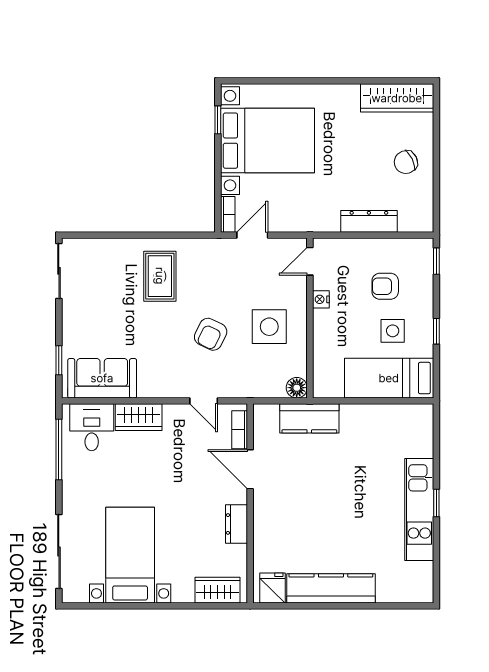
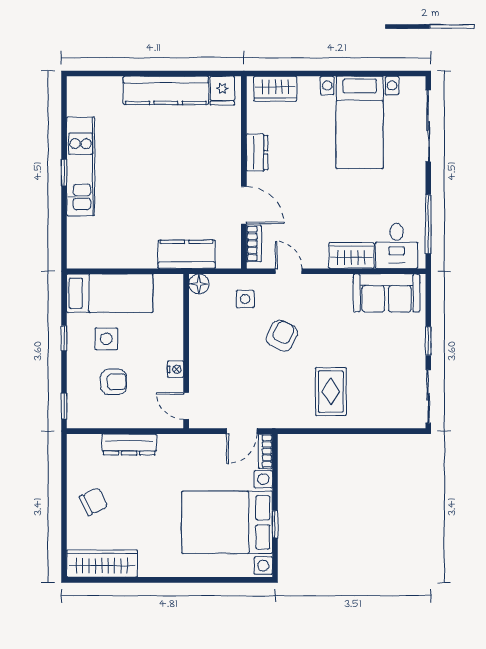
window: (218, 120) -> (275, 524), moved
door: (310, 261) -> (186, 406), swing flipped
side table: (269, 327) -> (245, 299), moved, width x0.54, depth x0.54
window: (59, 360) -> (428, 341), moved

